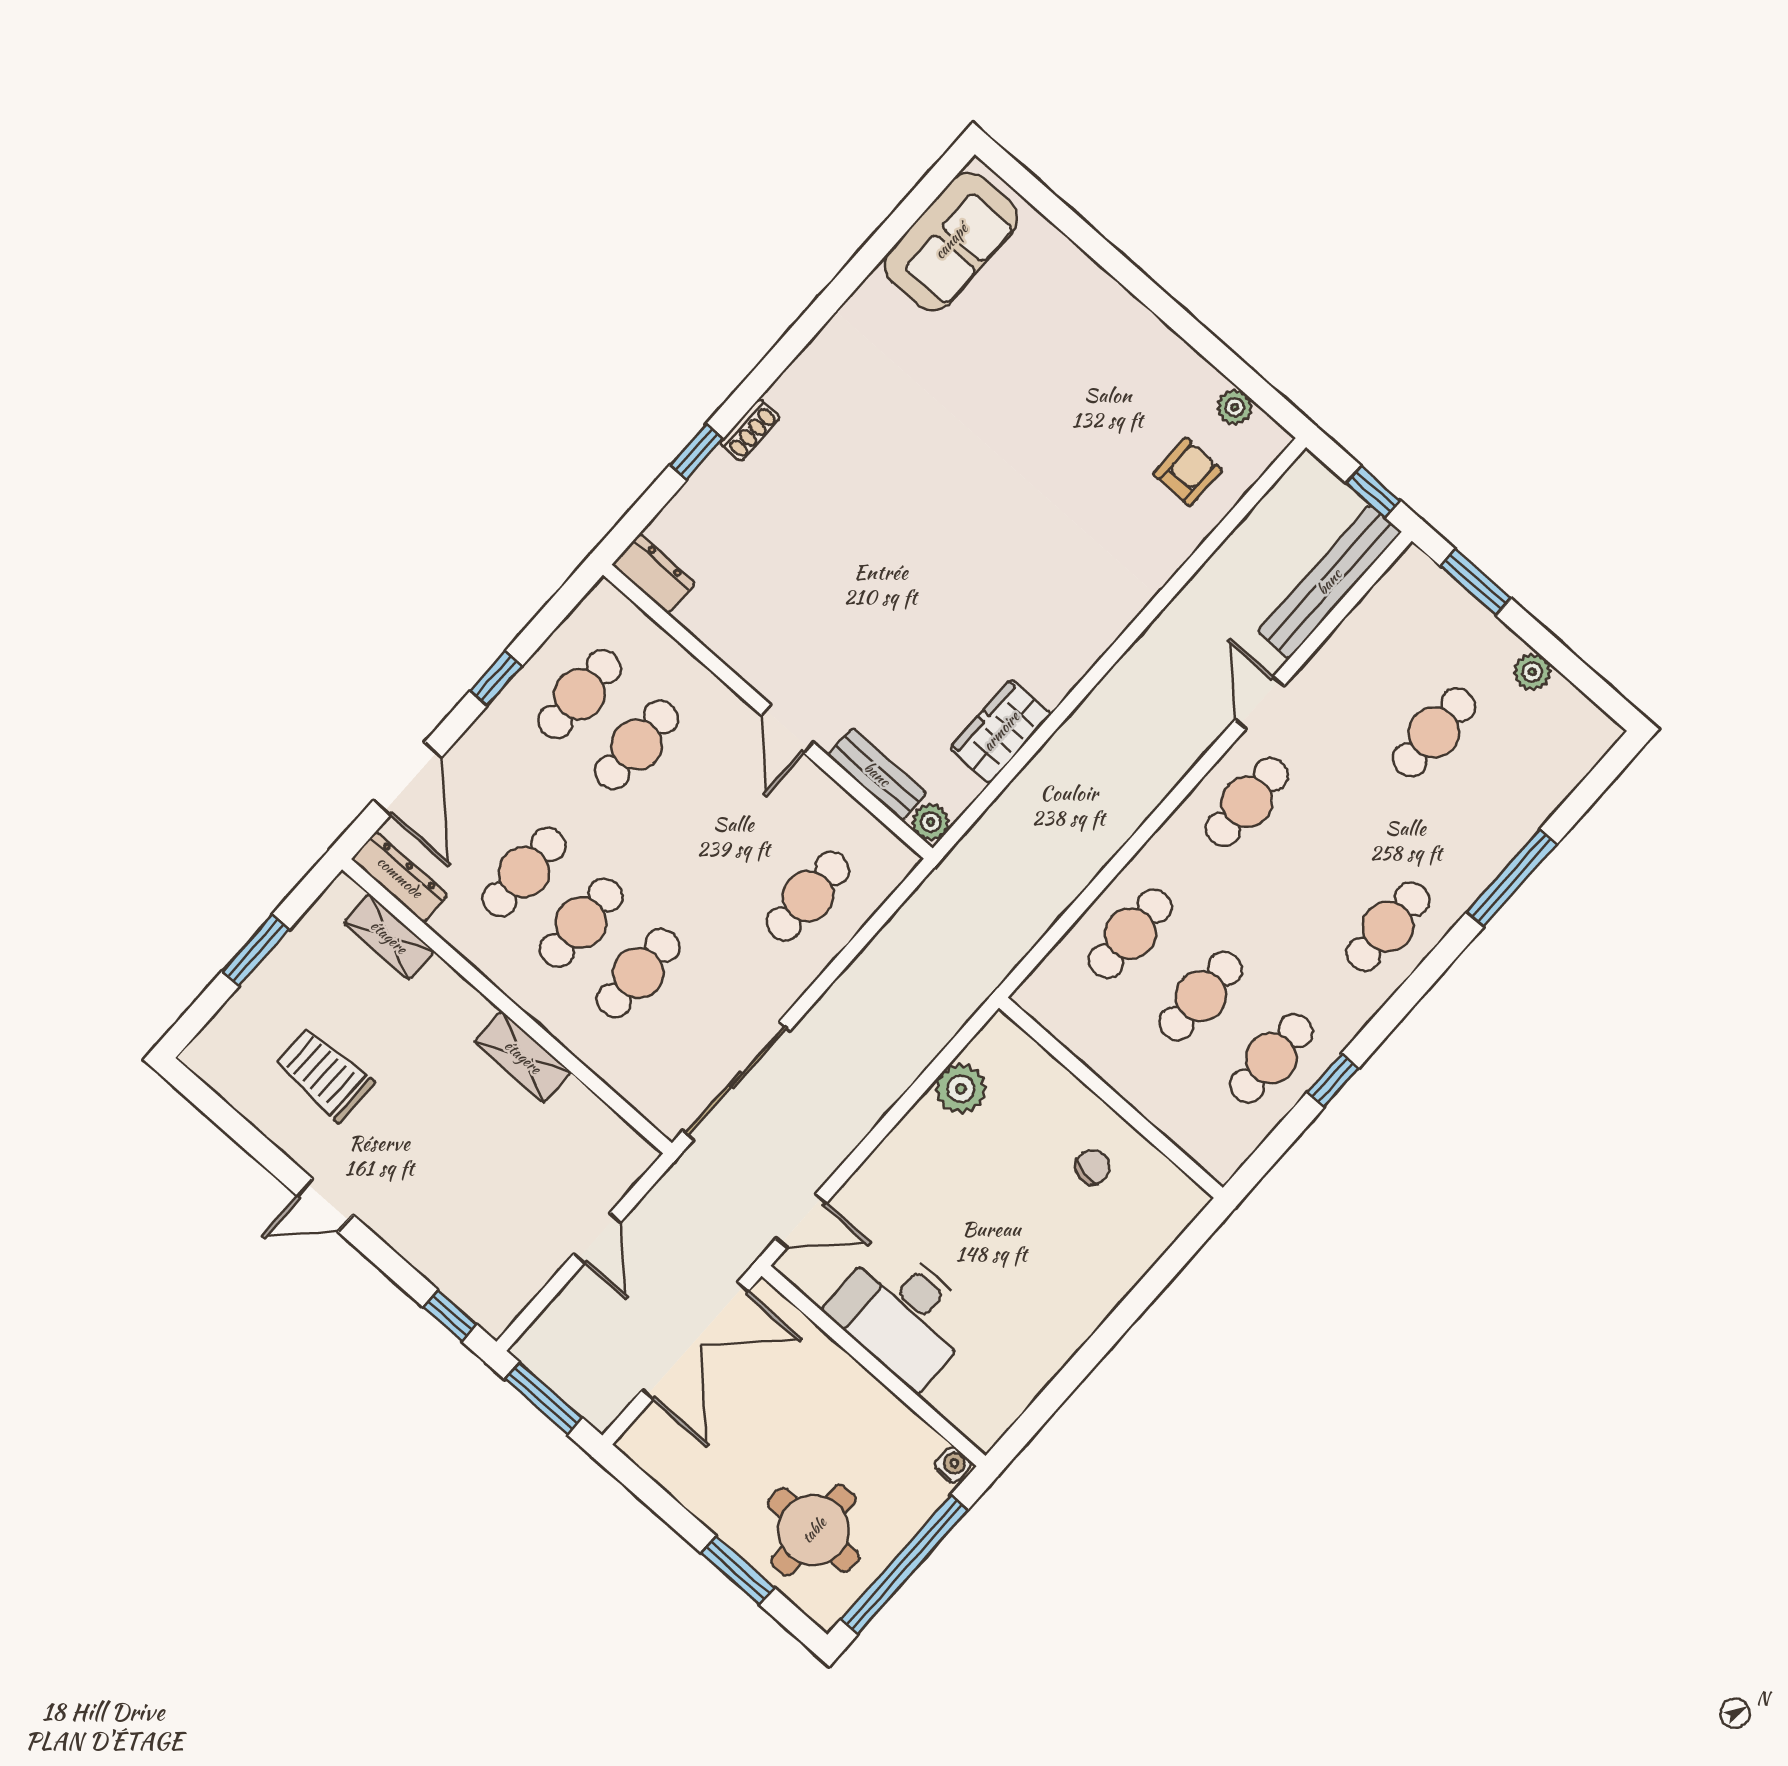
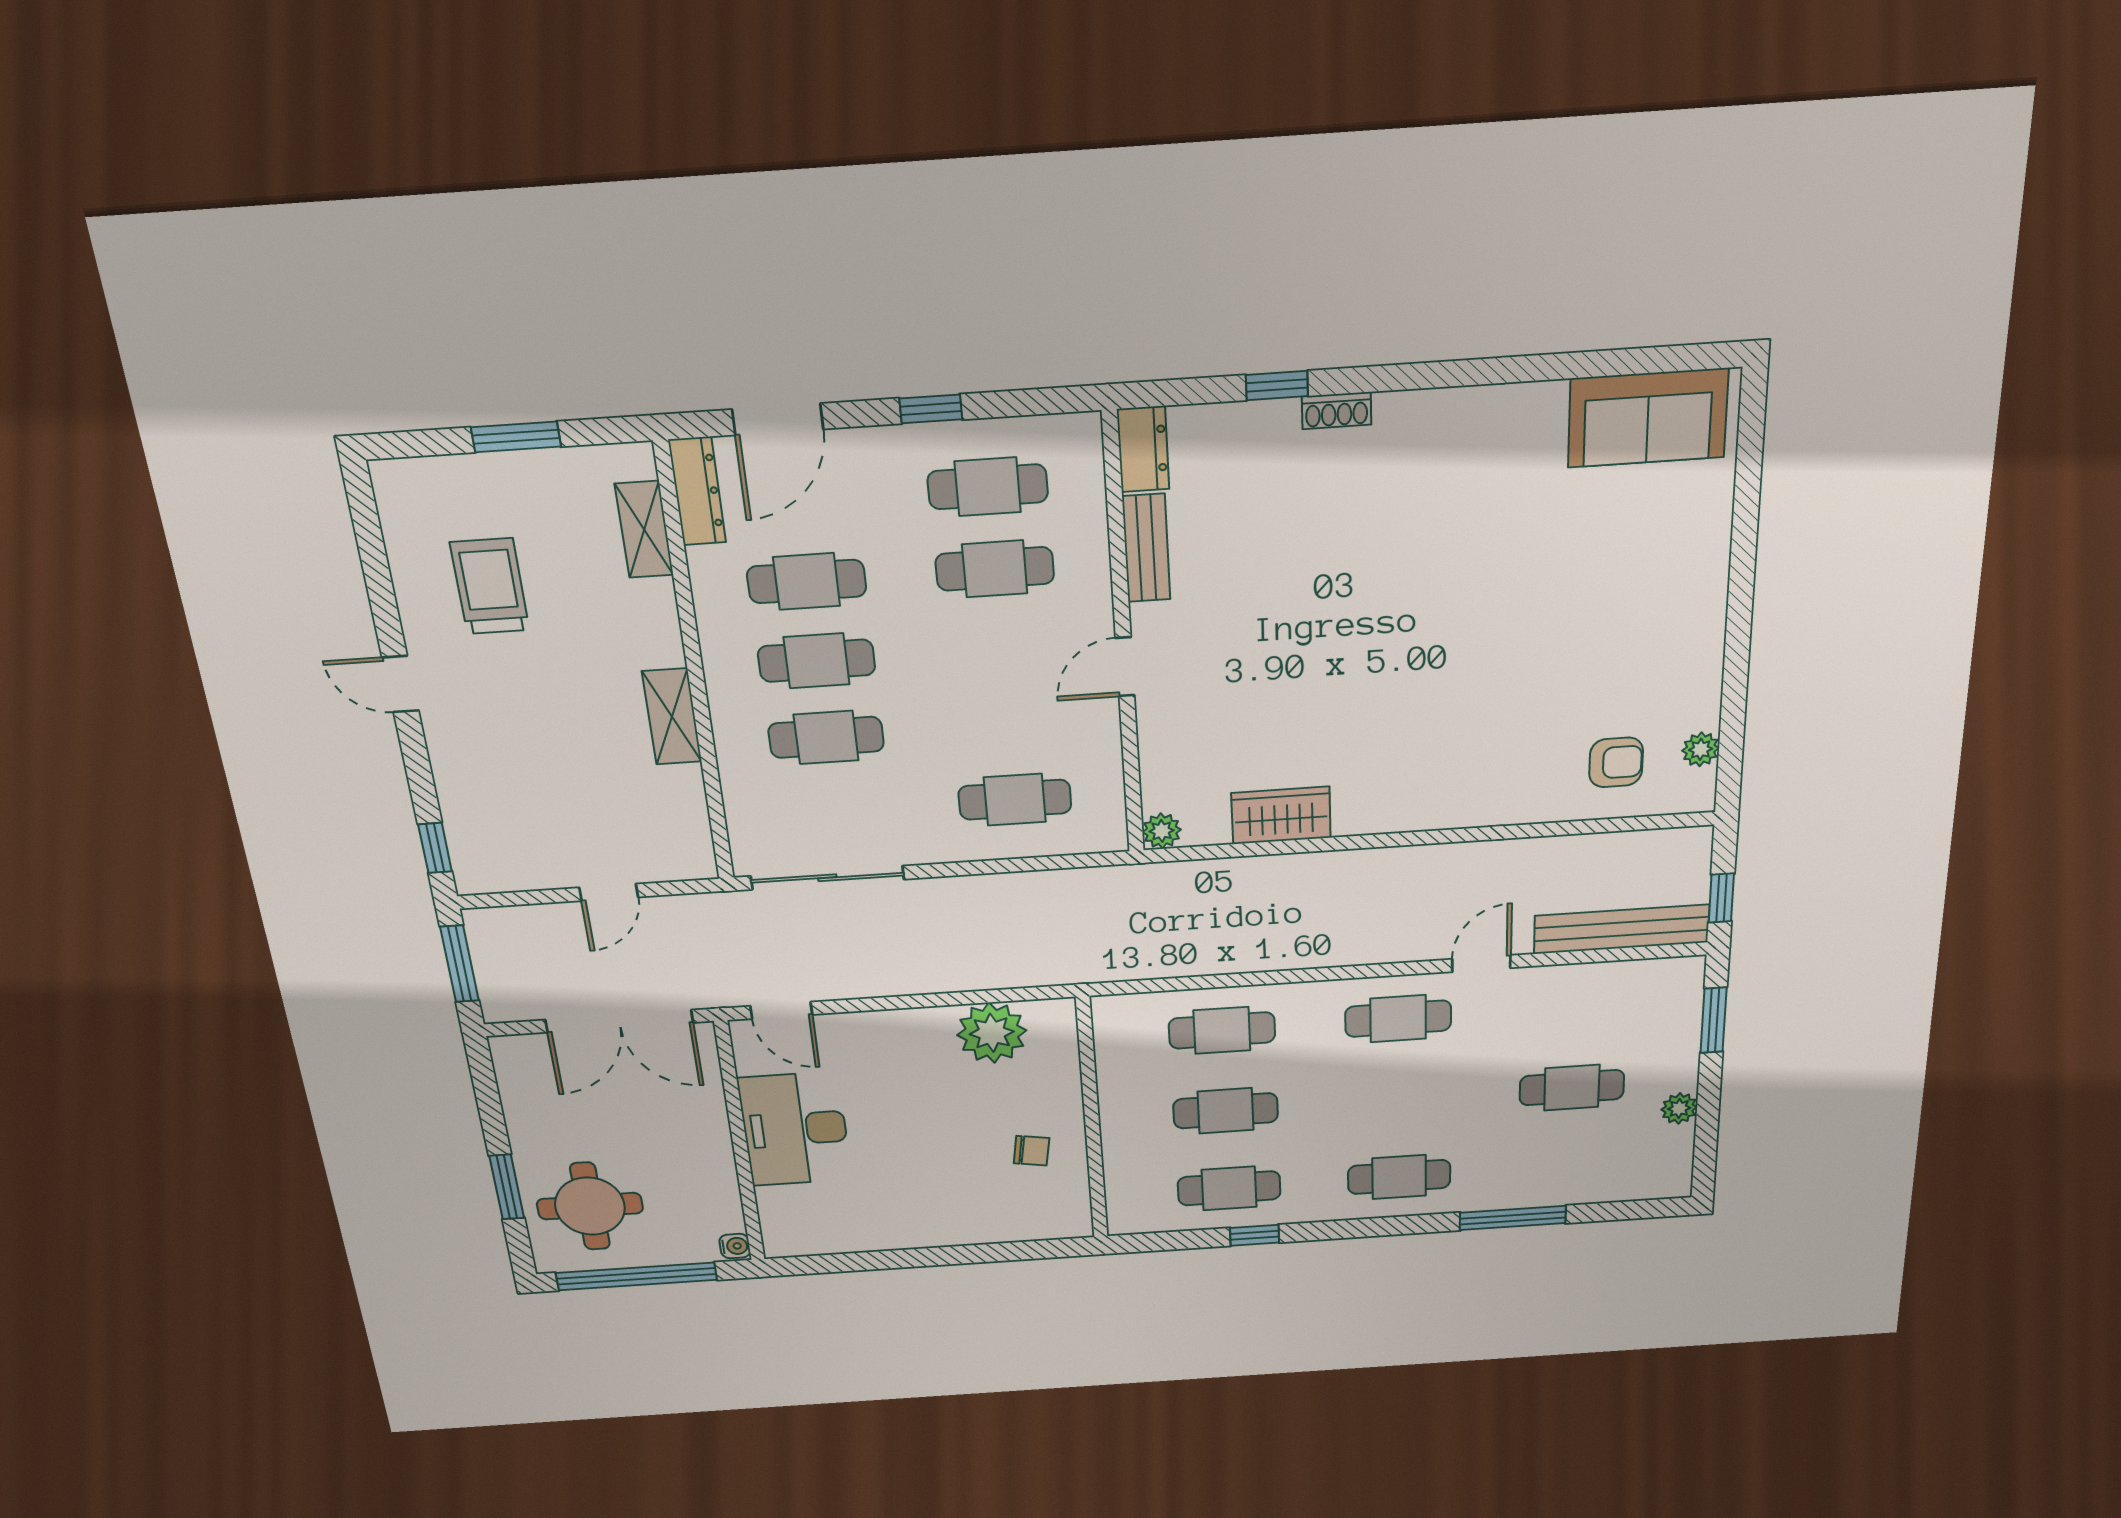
bench: (877, 774) -> (1146, 548), moved
plant: (961, 1089) -> (992, 1033), width x1.36, depth x1.36

